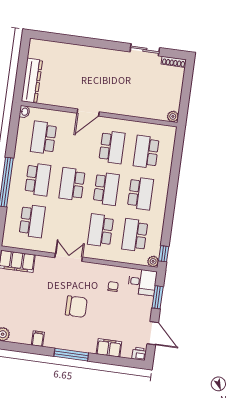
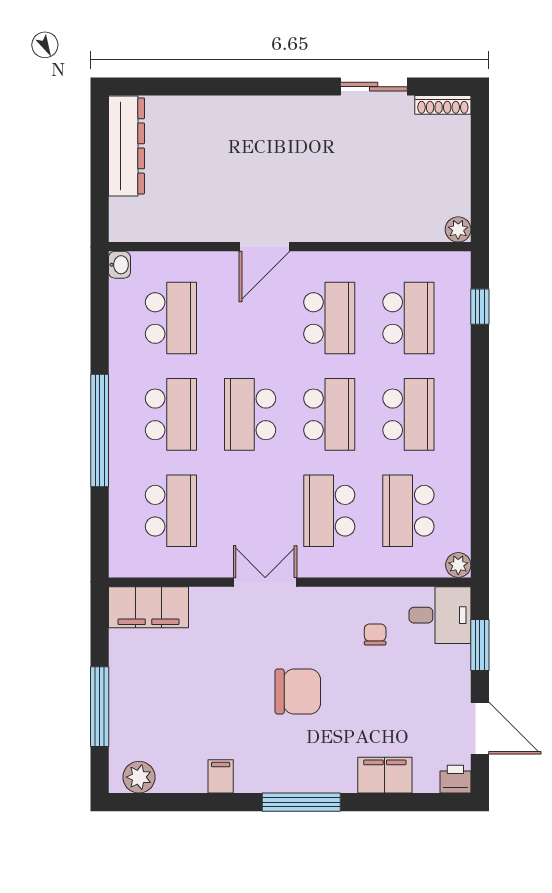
dresser: (32, 81) -> (126, 146), moved
school desk: (44, 138) -> (171, 318), turned 180
school desk: (146, 152) -> (408, 318), turned 180
window: (164, 254) -> (480, 307), moved

